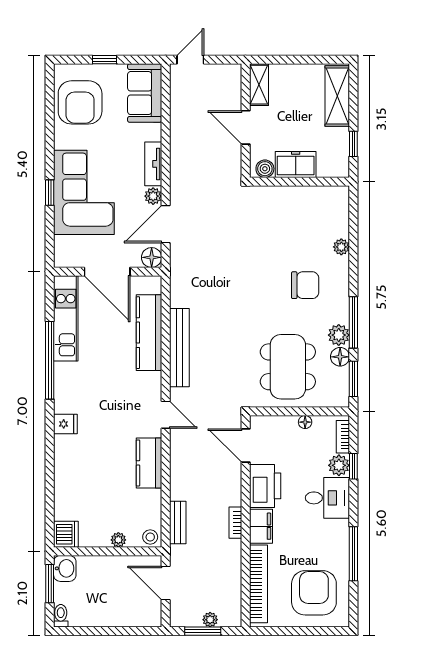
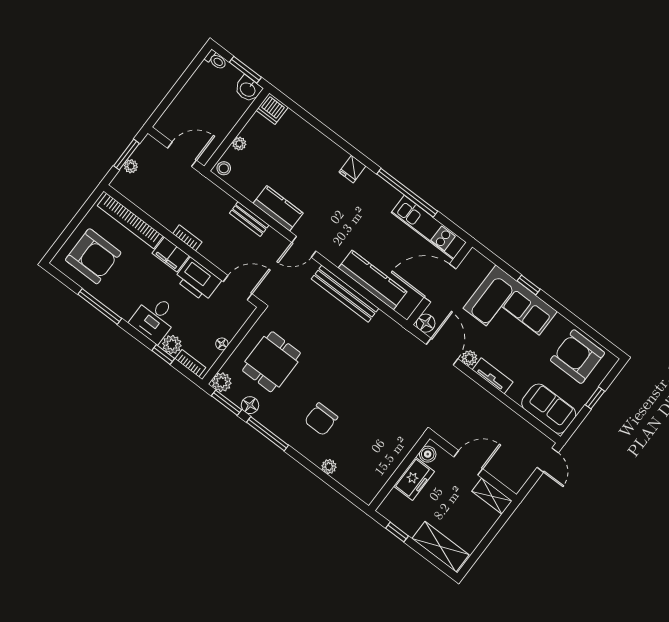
plant: (339, 335) -> (222, 382), moved
dining table: (288, 367) -> (271, 362), width x0.73
bench: (178, 523) -> (249, 219), moved

